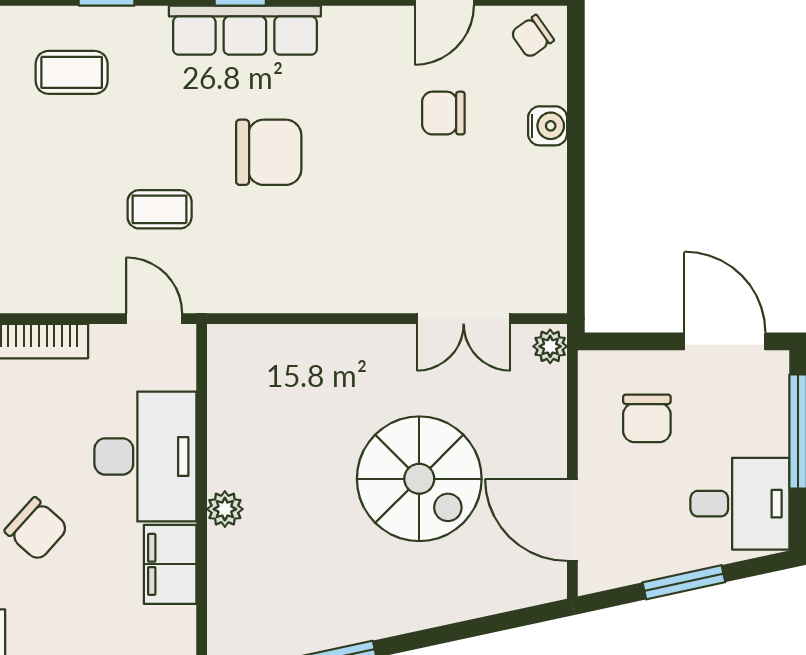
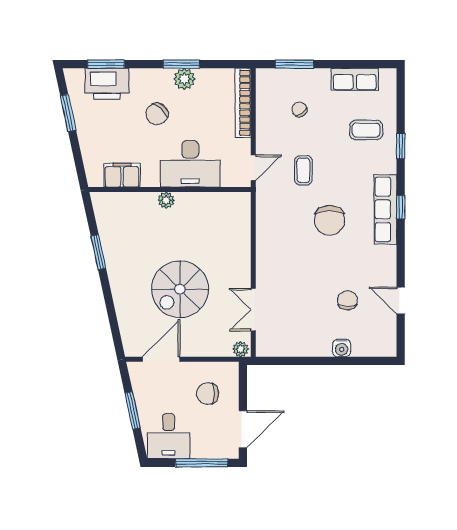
chair: (532, 36) -> (299, 109), moved
coffee table: (72, 72) -> (366, 130), turned 90
filing cabinet: (170, 564) -> (122, 175), moved

